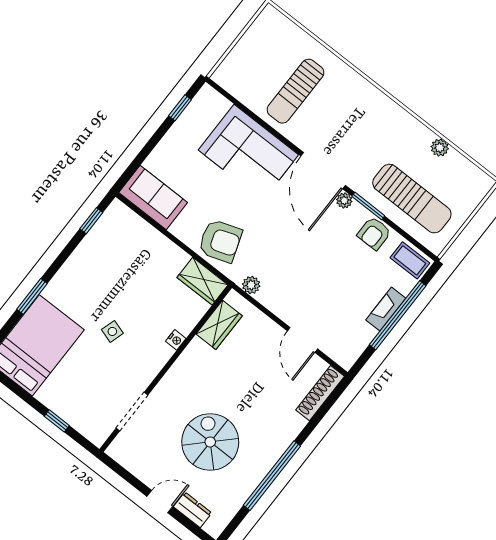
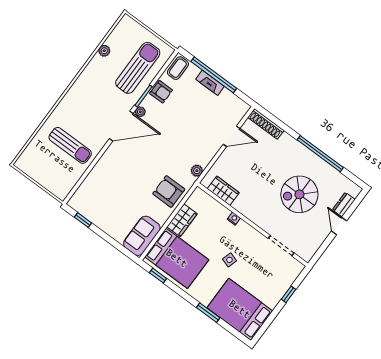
corner sofa: (248, 152) -> (111, 175), removed
armchair: (220, 241) -> (169, 192), turned -71
bed: (117, 250) -> (177, 258), added
wardrobe: (202, 281) -> (182, 220), moved

